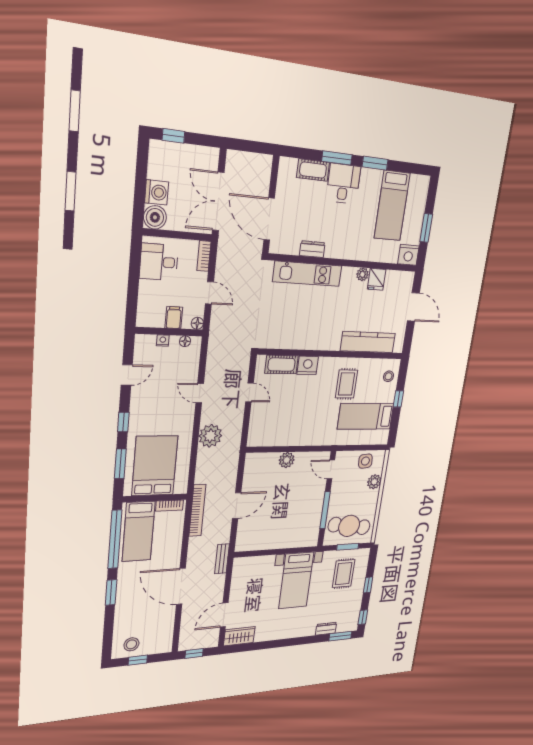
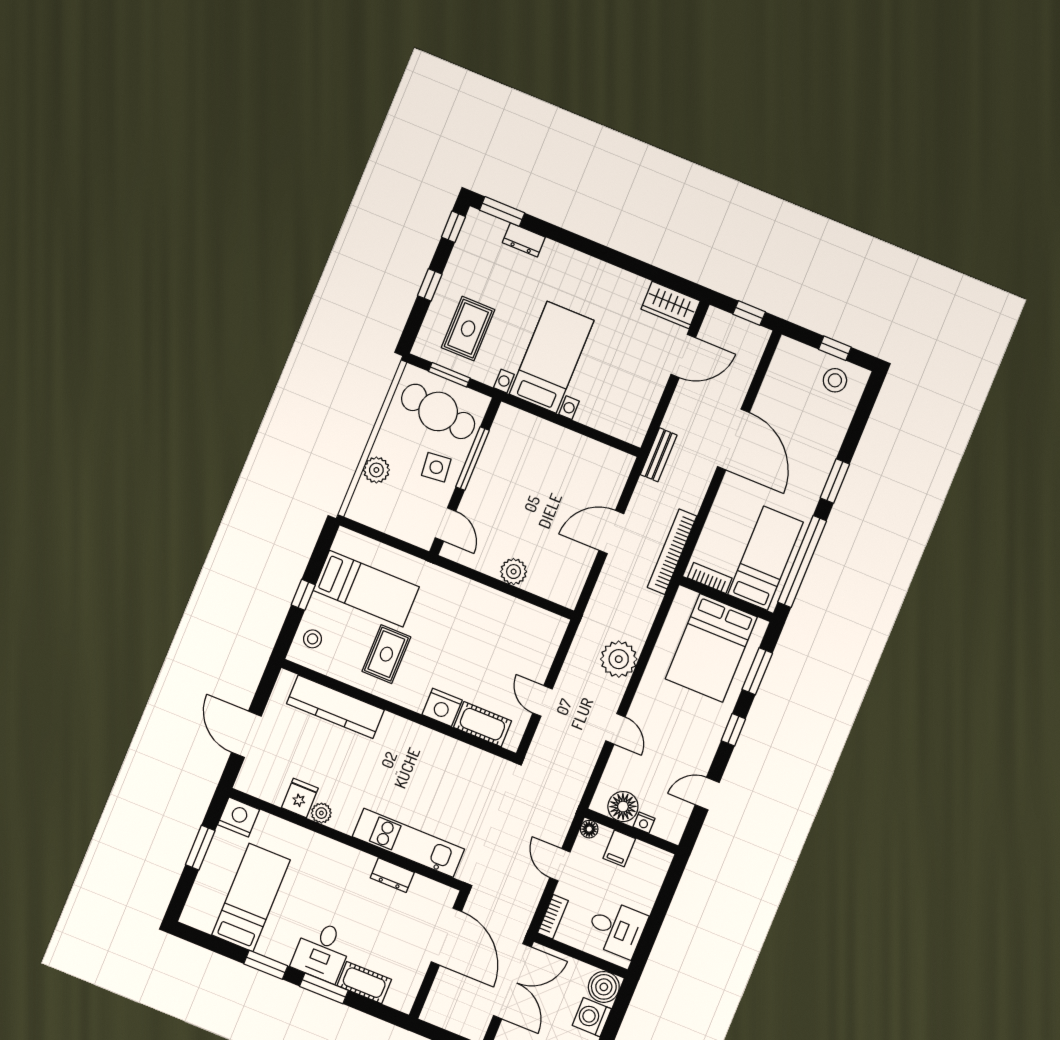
floor lamp: (185, 341) -> (623, 807), width x1.89, depth x1.89
side table: (365, 461) -> (436, 467), moved

